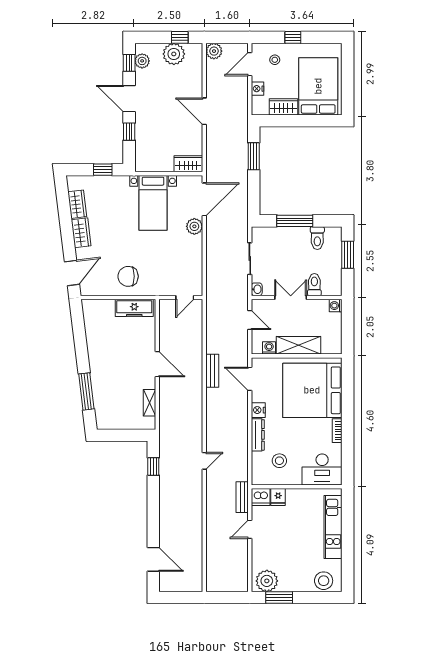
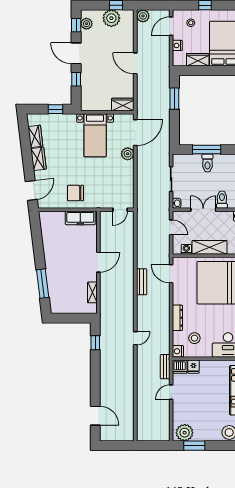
toilet: (317, 238) -> (207, 163), moved
door: (157, 364) -> (98, 262), hinge flipped
bench: (212, 371) -> (142, 282), moved
nightstand: (258, 410) -> (178, 351), moved

